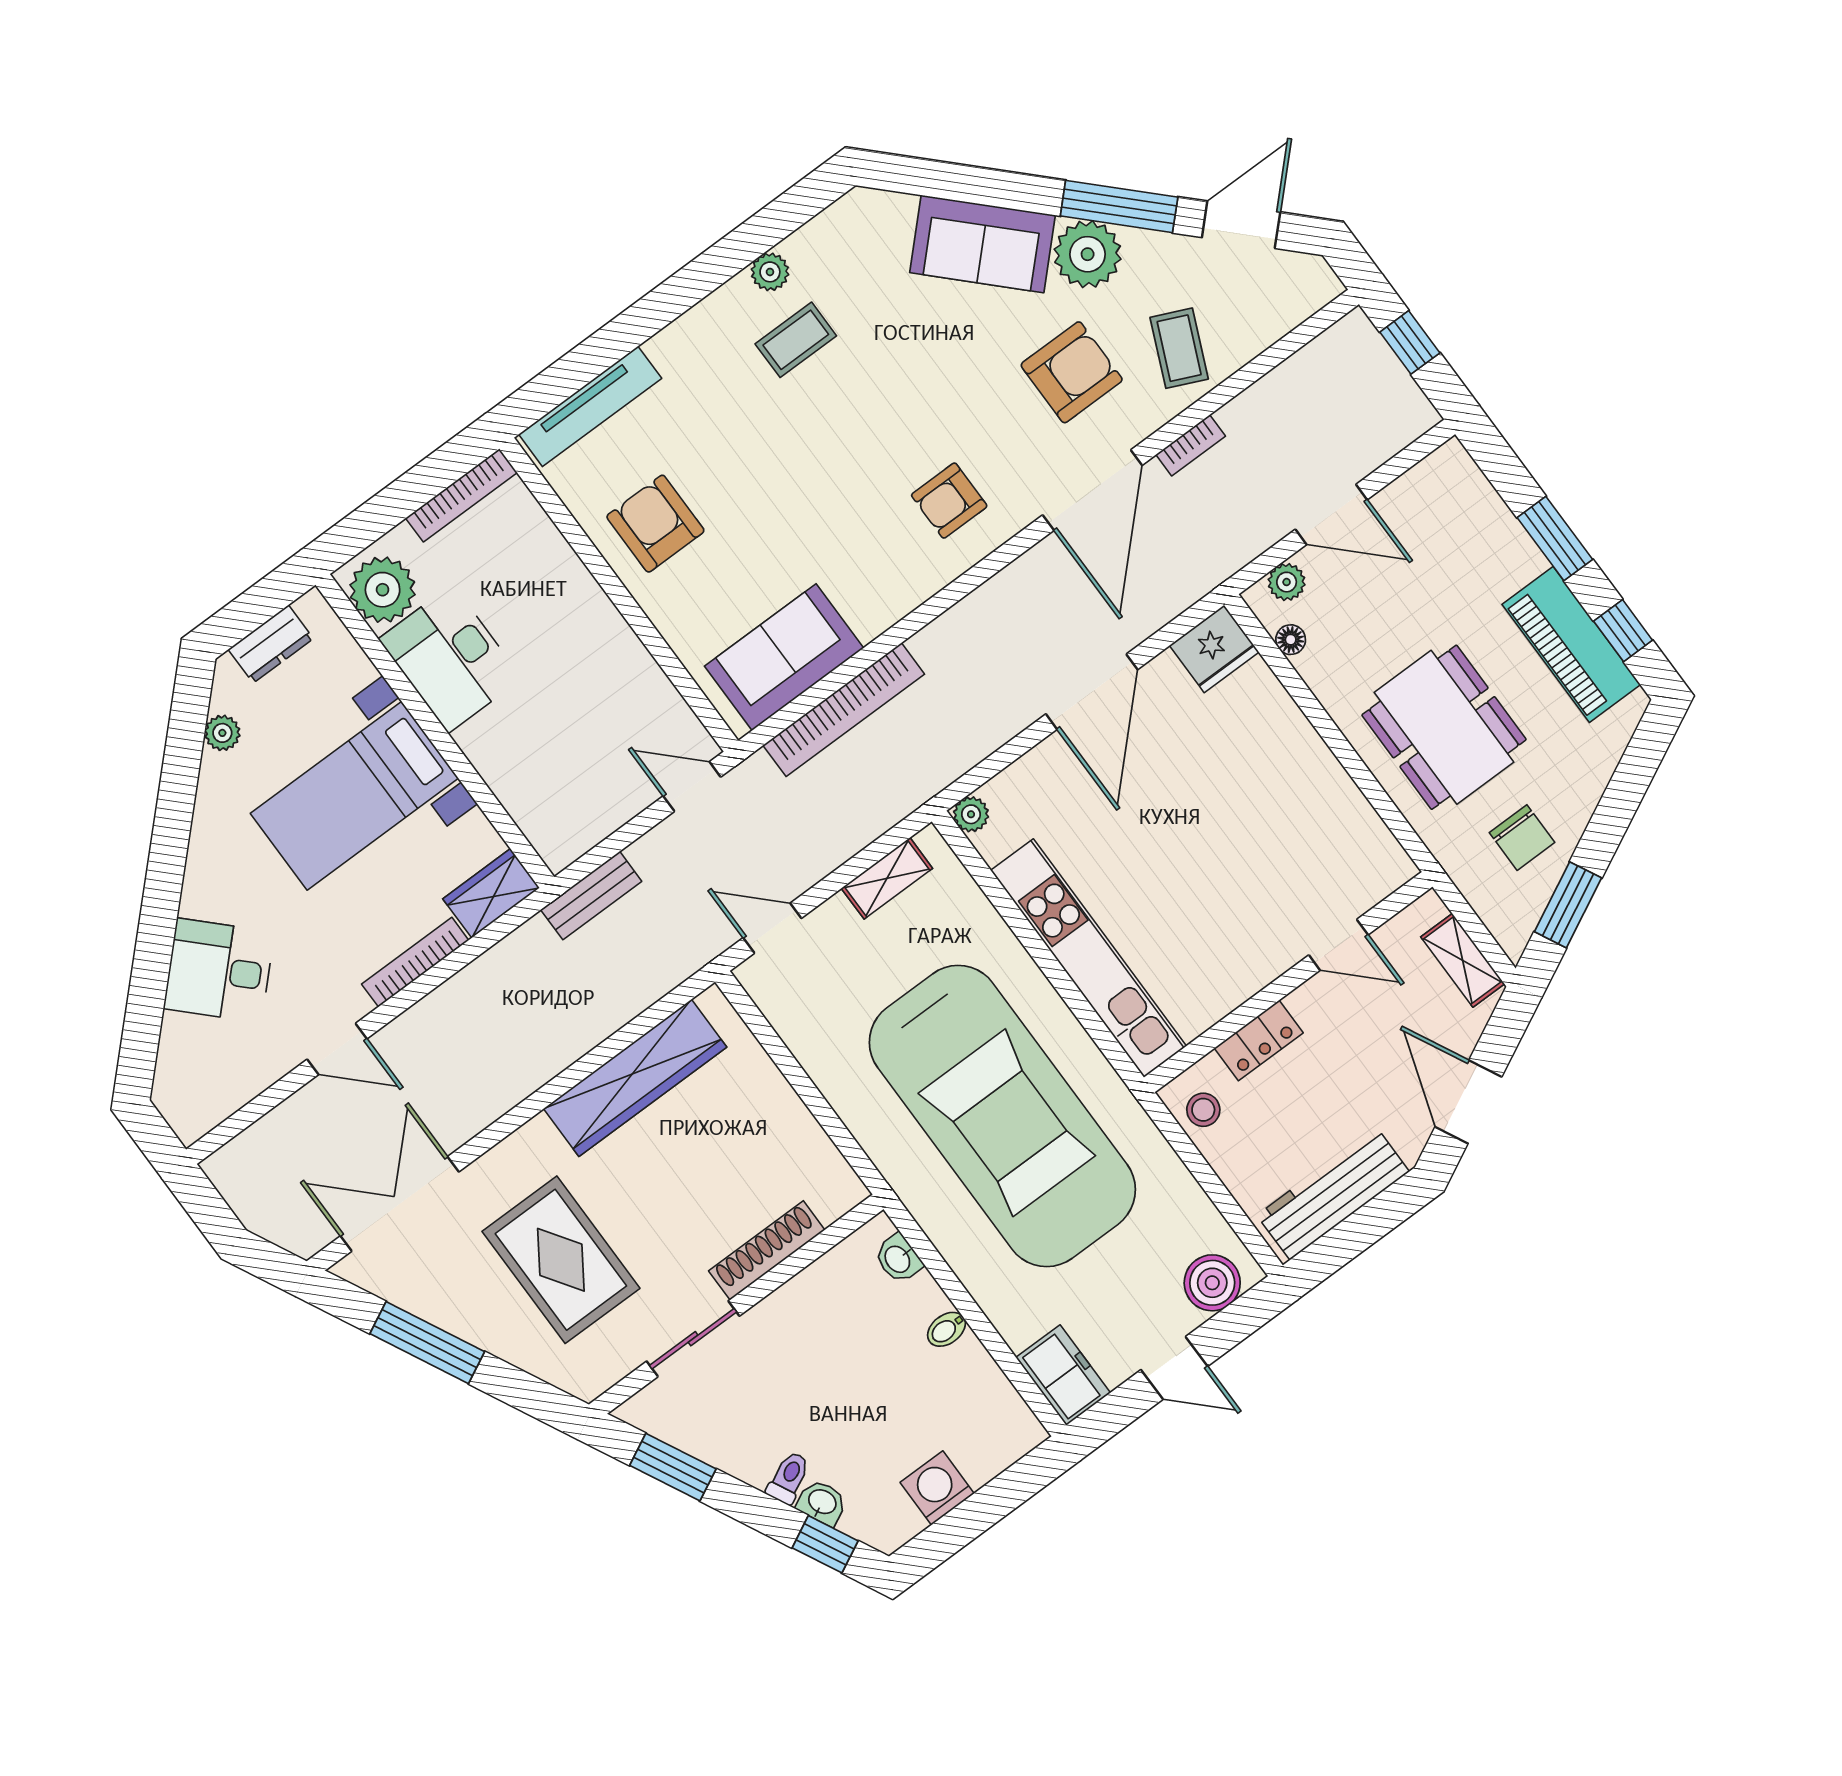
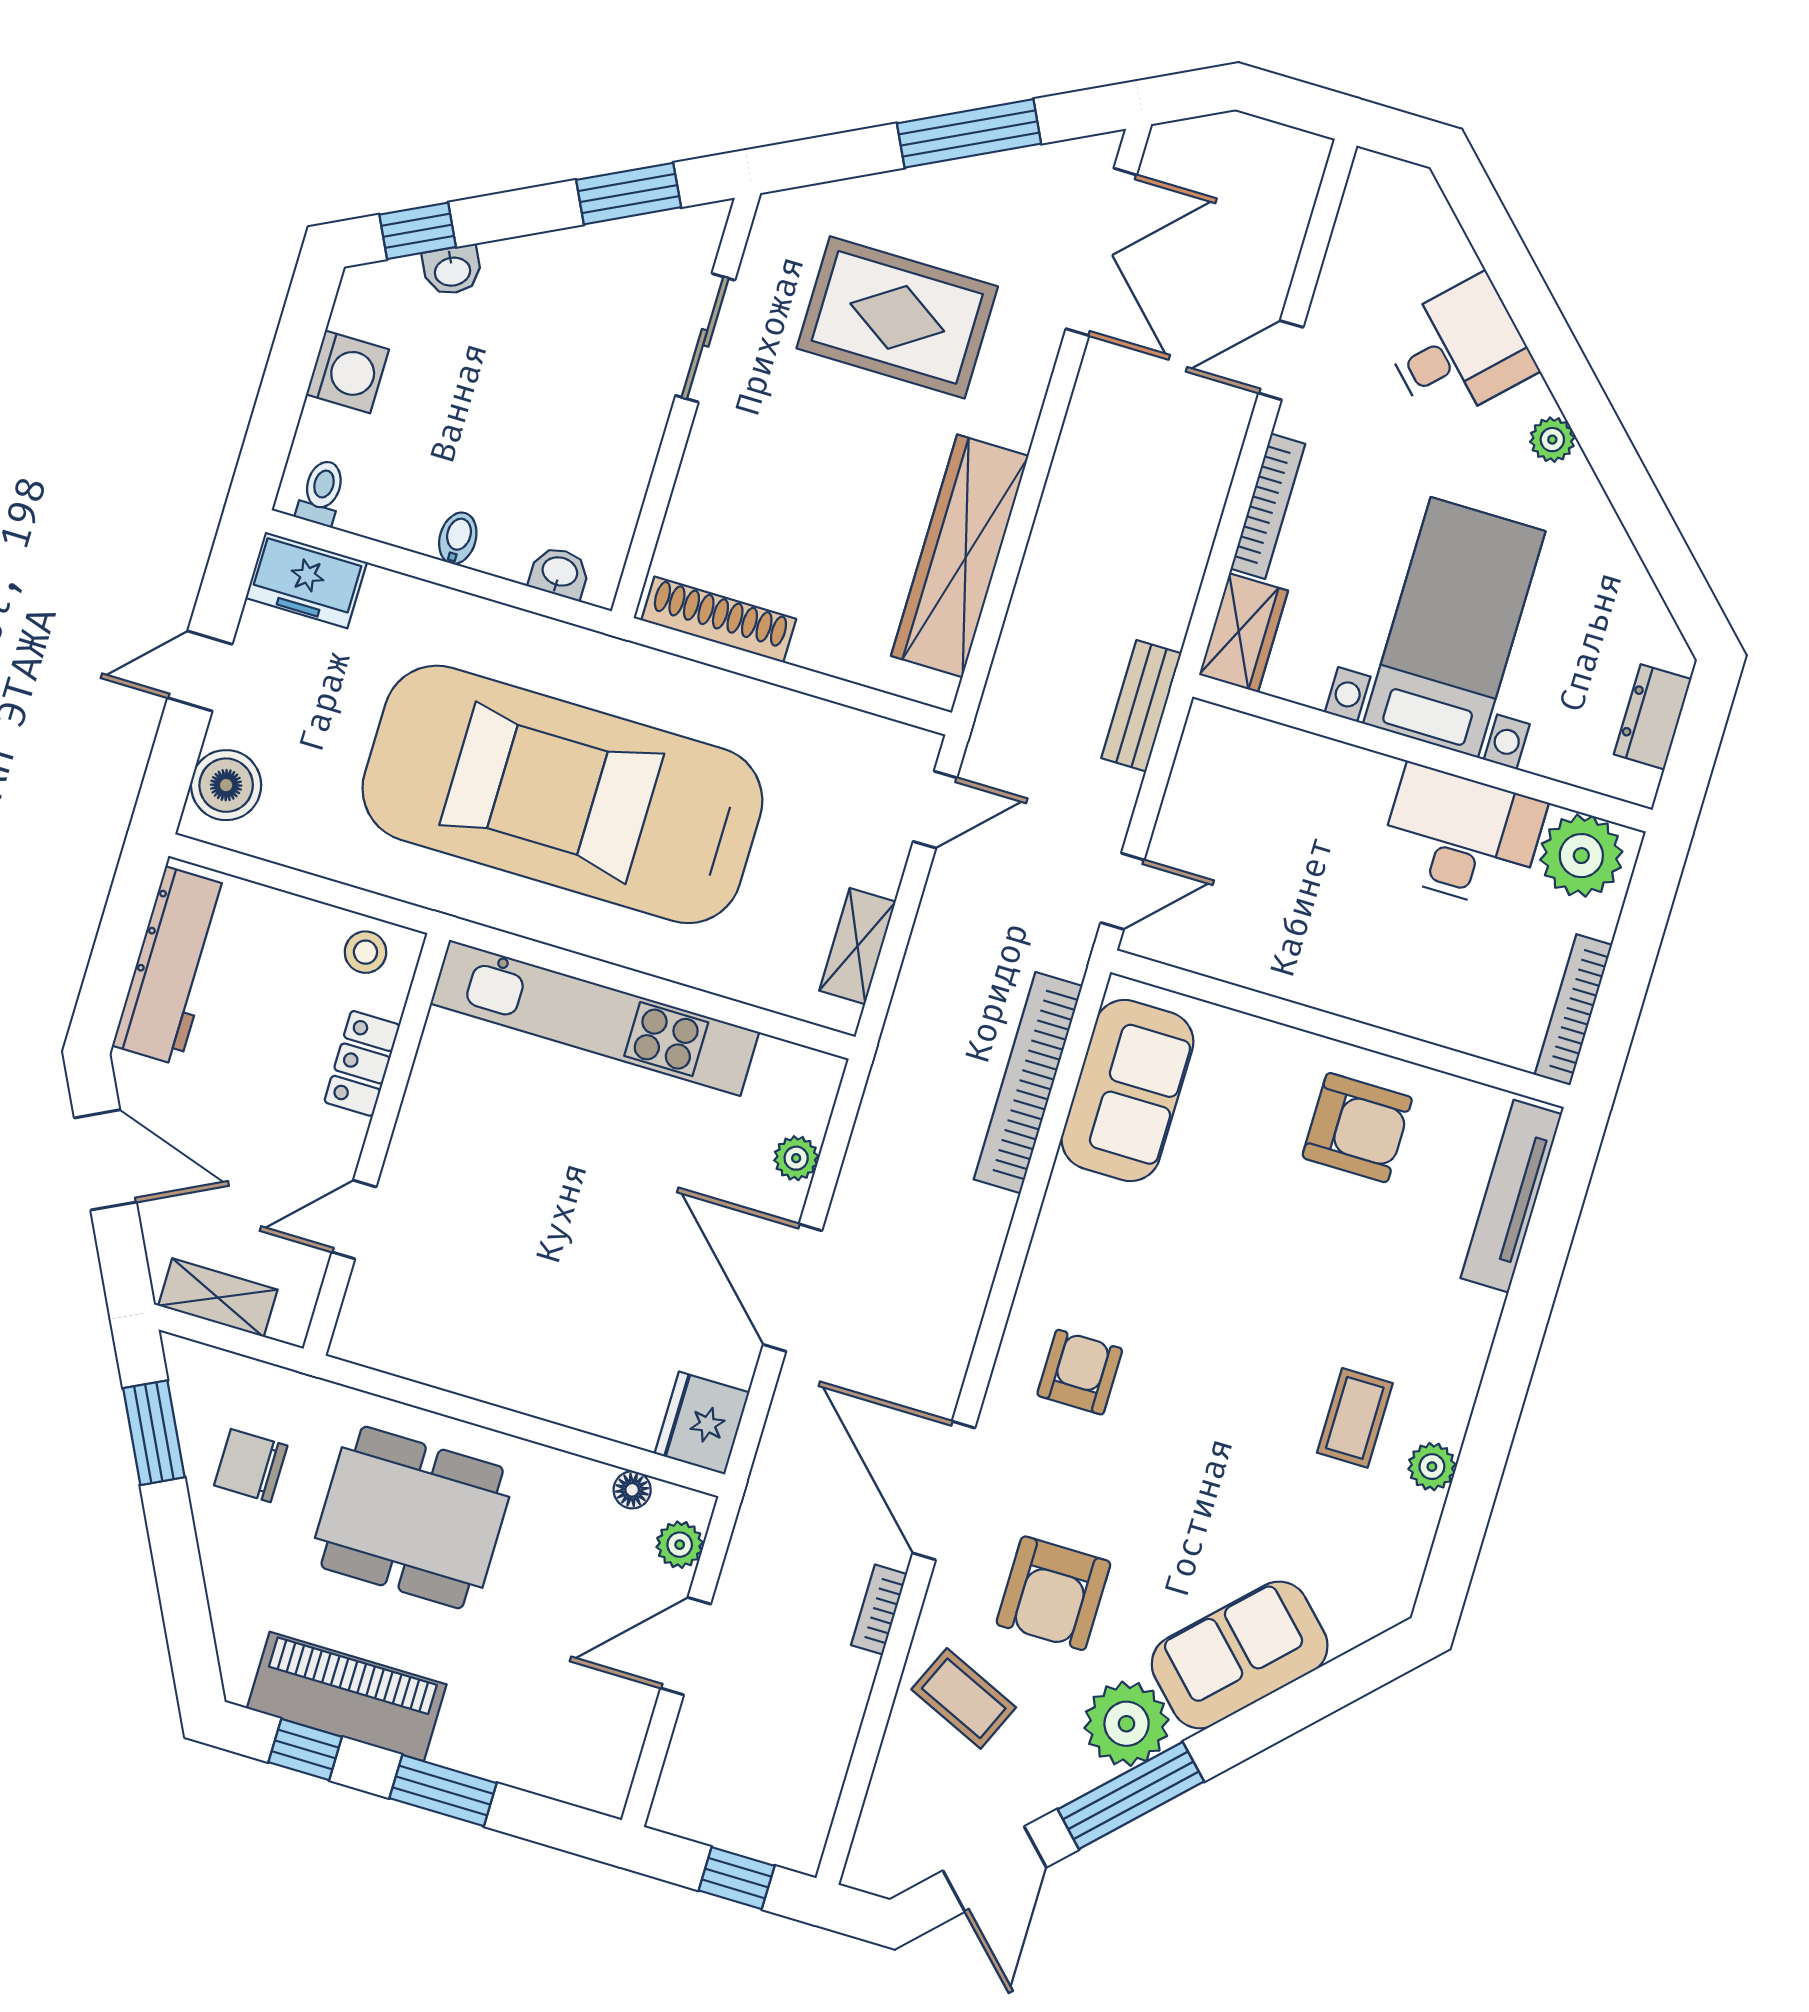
plant: (222, 733) -> (1552, 440), moved
plant: (971, 814) -> (796, 1158), moved
shoe rack: (767, 1250) -> (719, 620), moved, turned -90
toilet: (789, 1478) -> (322, 492), moved, turned -153

